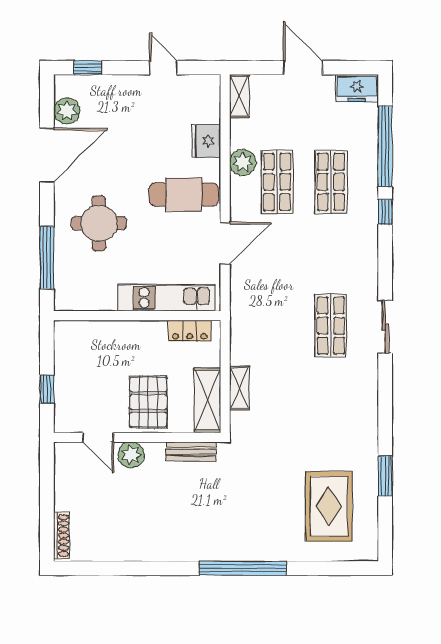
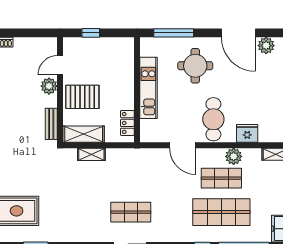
shop shelf: (331, 182) -> (221, 212), width x1.43, depth x1.36
kitchen unit: (167, 298) -> (148, 88), moved

